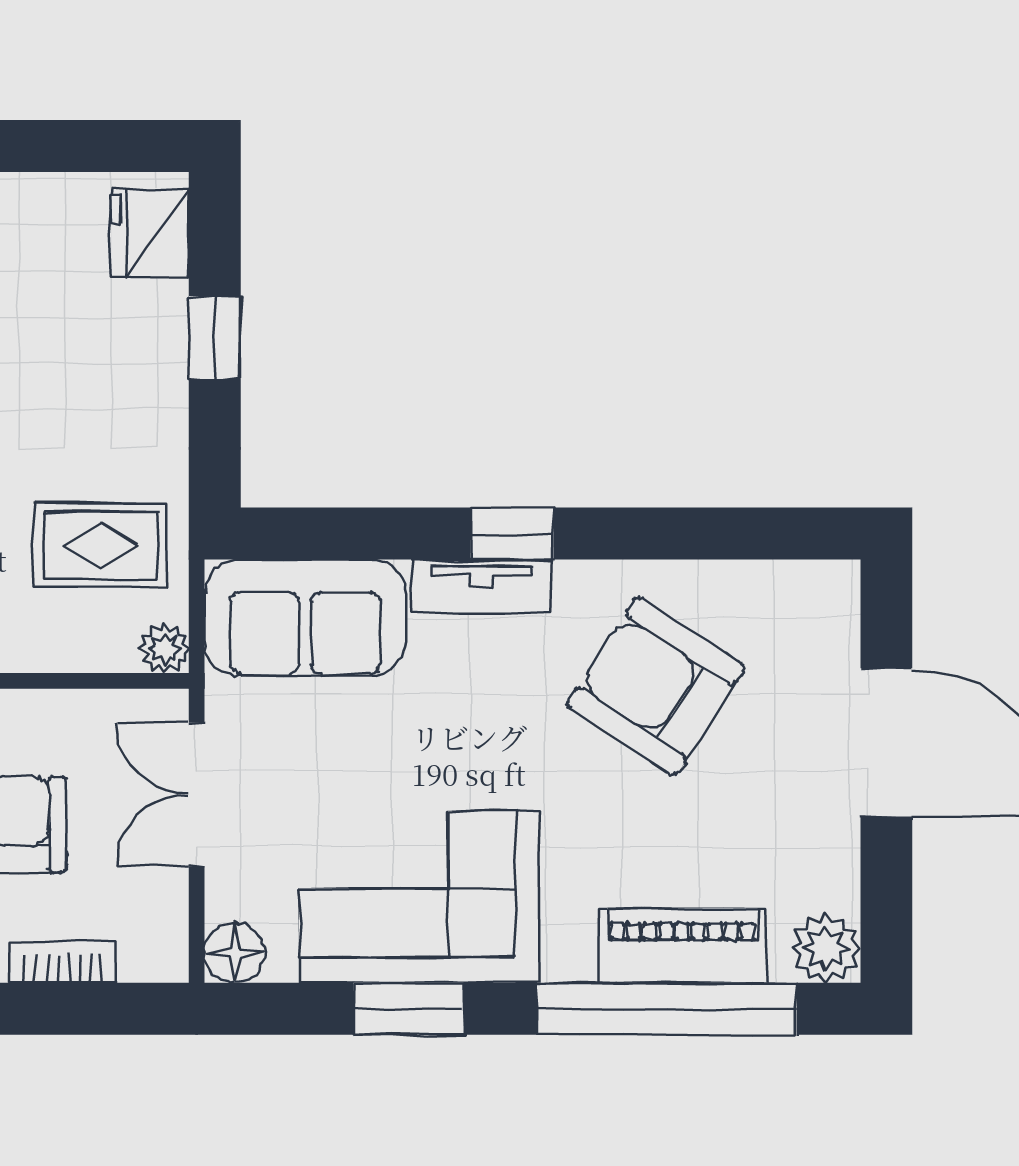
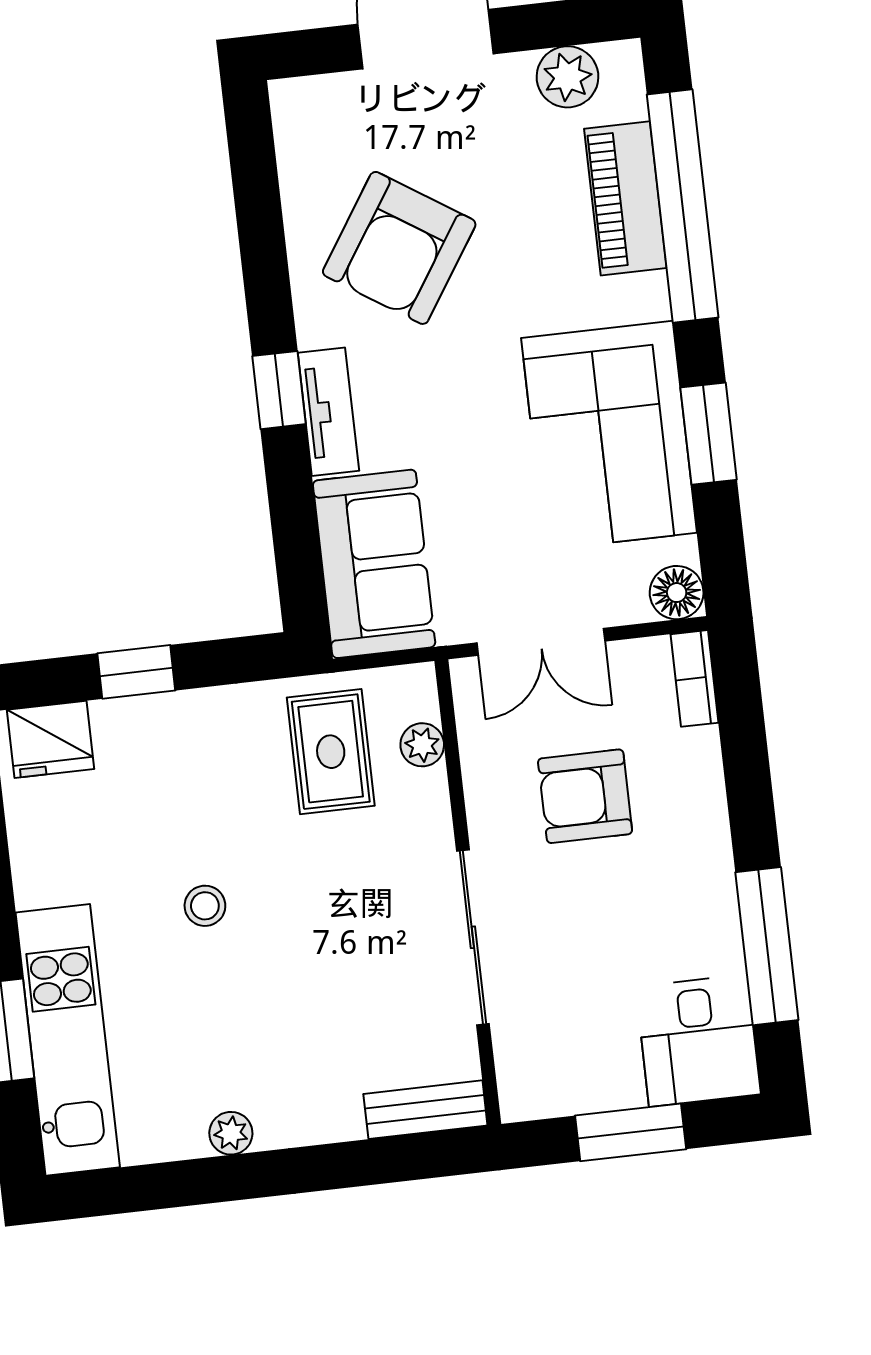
plant: (164, 649) -> (422, 745), moved
plant: (826, 948) -> (567, 77), moved
bookcase: (63, 962) -> (695, 678), moved

